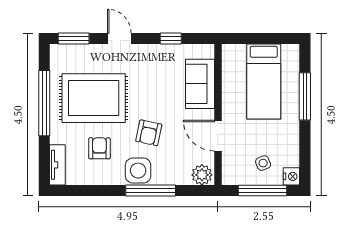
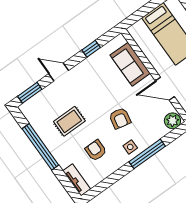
rug: (94, 98) -> (69, 121), width x0.54, depth x0.49
side table: (138, 171) -> (130, 147), width x0.54, depth x0.54

